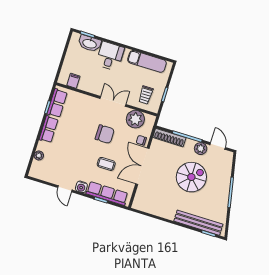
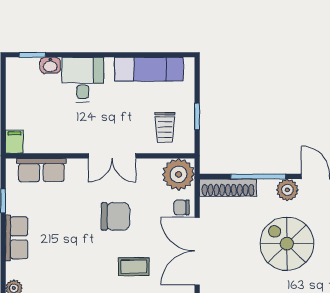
washbasin: (90, 43) -> (50, 65), width x0.52, depth x0.69
filing cabinet: (73, 81) -> (14, 142), moved
double door: (113, 101) -> (112, 156), swing flipped
row of seats: (57, 103) -> (41, 170), moved, turned 90
plant: (135, 119) -> (179, 174), moved
spiral stairs: (191, 177) -> (287, 244), turned -90

